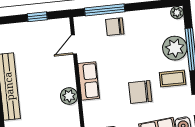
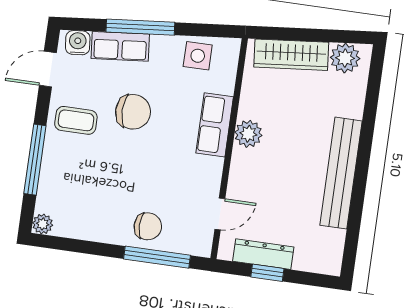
dresser: (42, 27) -> (263, 254), added
plant: (175, 48) -> (60, 168), removed
row of seats: (89, 81) -> (215, 125), moved

